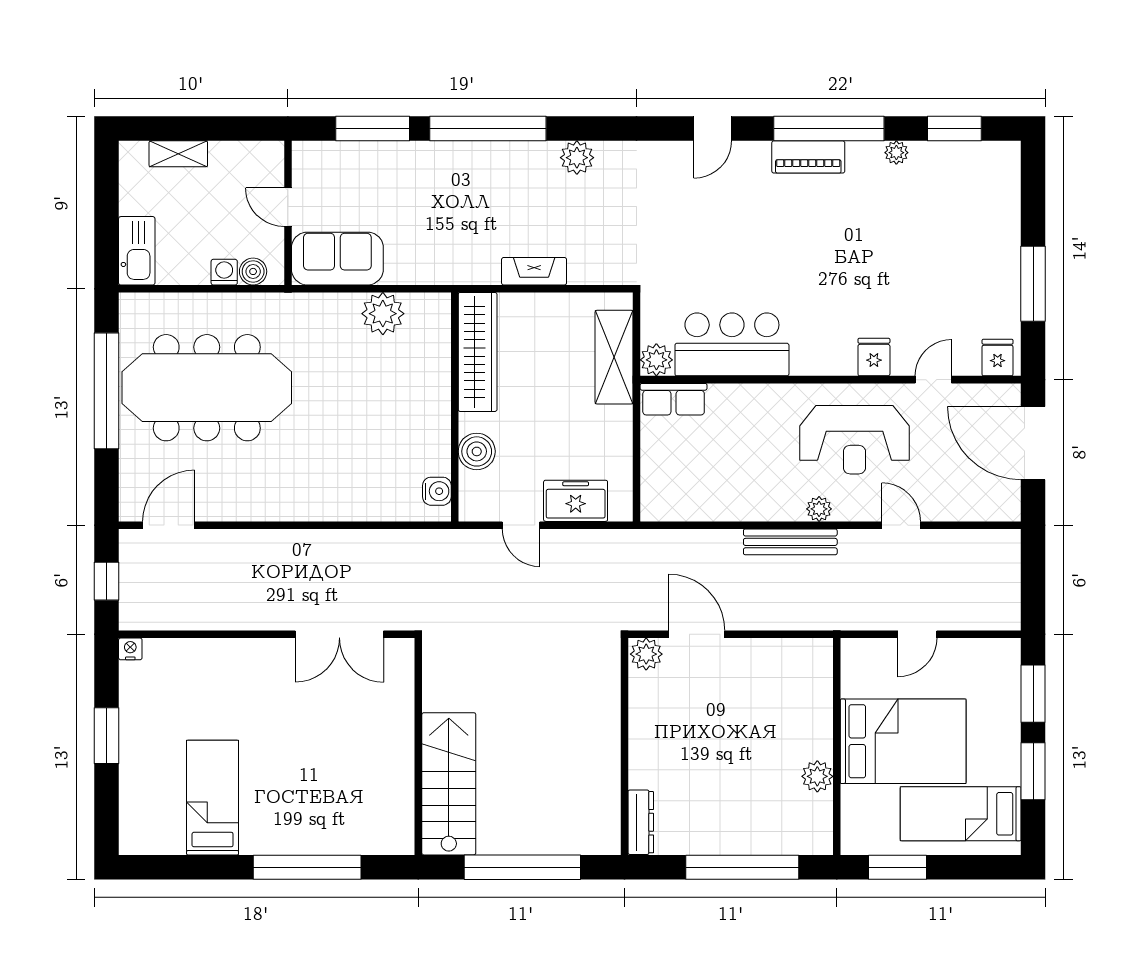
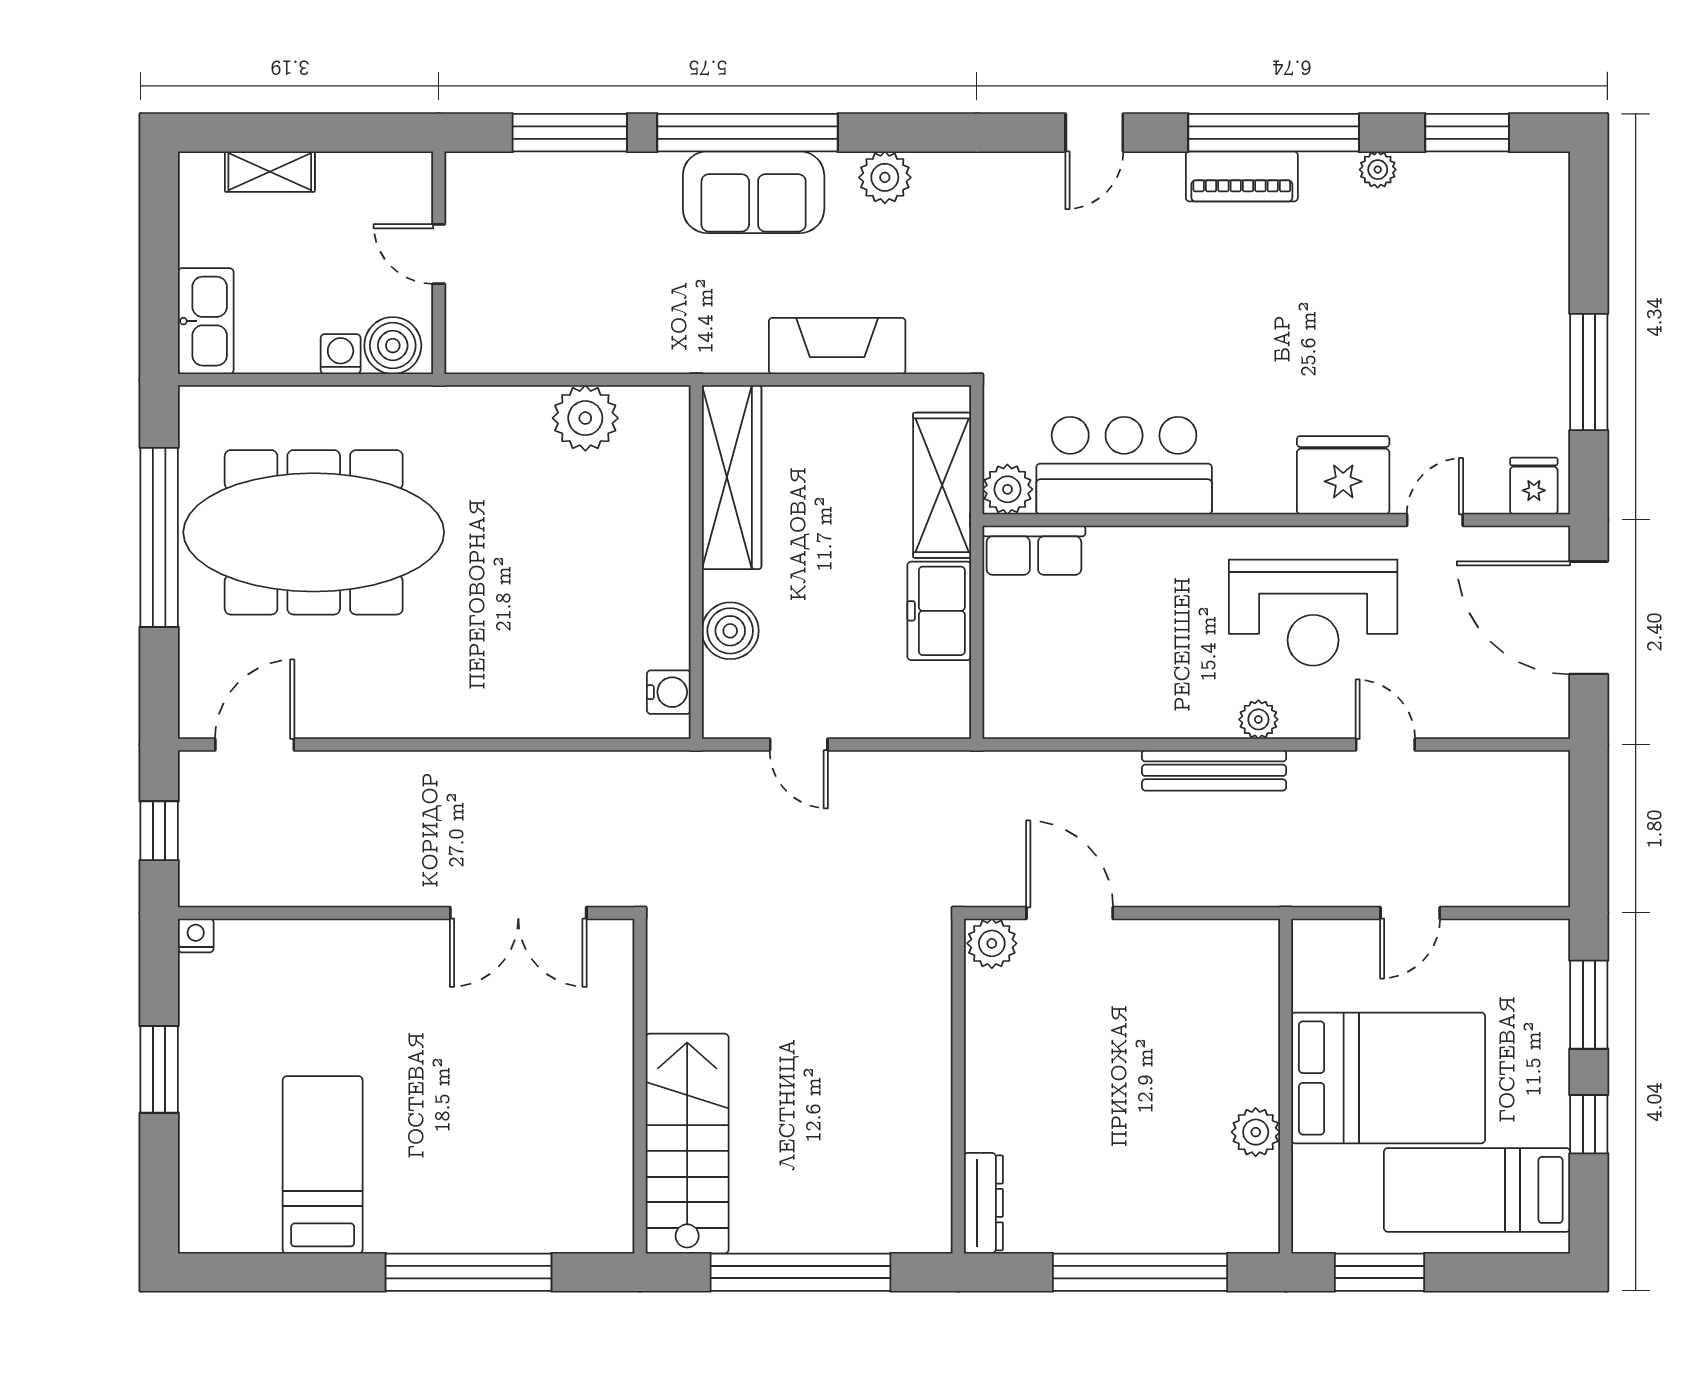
sofa: (337, 259) -> (754, 192), moved, turned 180
boiler: (253, 271) -> (393, 346), width x1.36, depth x1.36
fireplace: (534, 271) -> (837, 346), width x1.37, depth x1.32
fridge: (874, 357) -> (1343, 475), width x1.88, depth x1.34
freezer: (576, 501) -> (939, 611), moved, turned -90
window: (1033, 771) -> (1589, 1124), width x0.67

